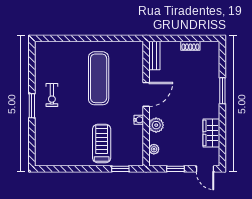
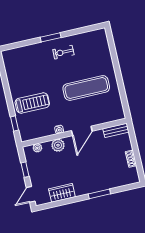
door: (146, 94) -> (82, 131), hinge flipped

